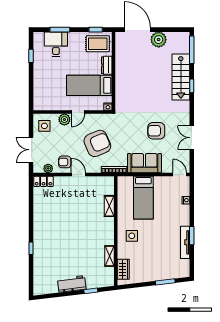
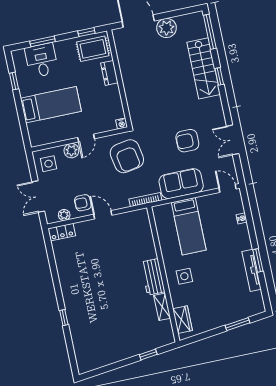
bed: (89, 85) -> (51, 105), moved, turned 180
armchair: (97, 143) -> (127, 156), moved, turned 103
shelving: (109, 206) -> (149, 245), removed
workbench: (72, 284) -> (153, 277), moved, turned -83

